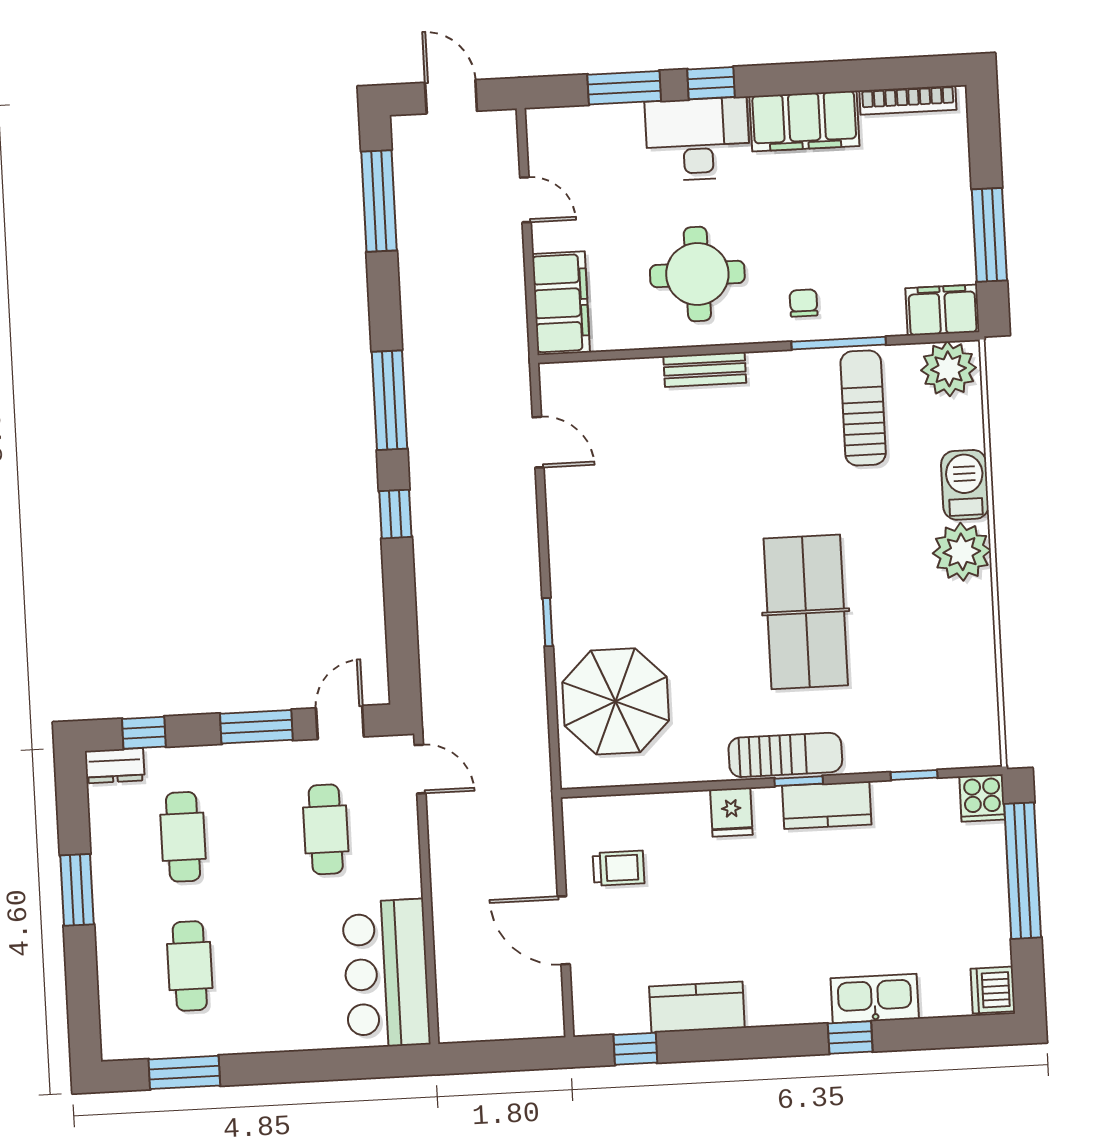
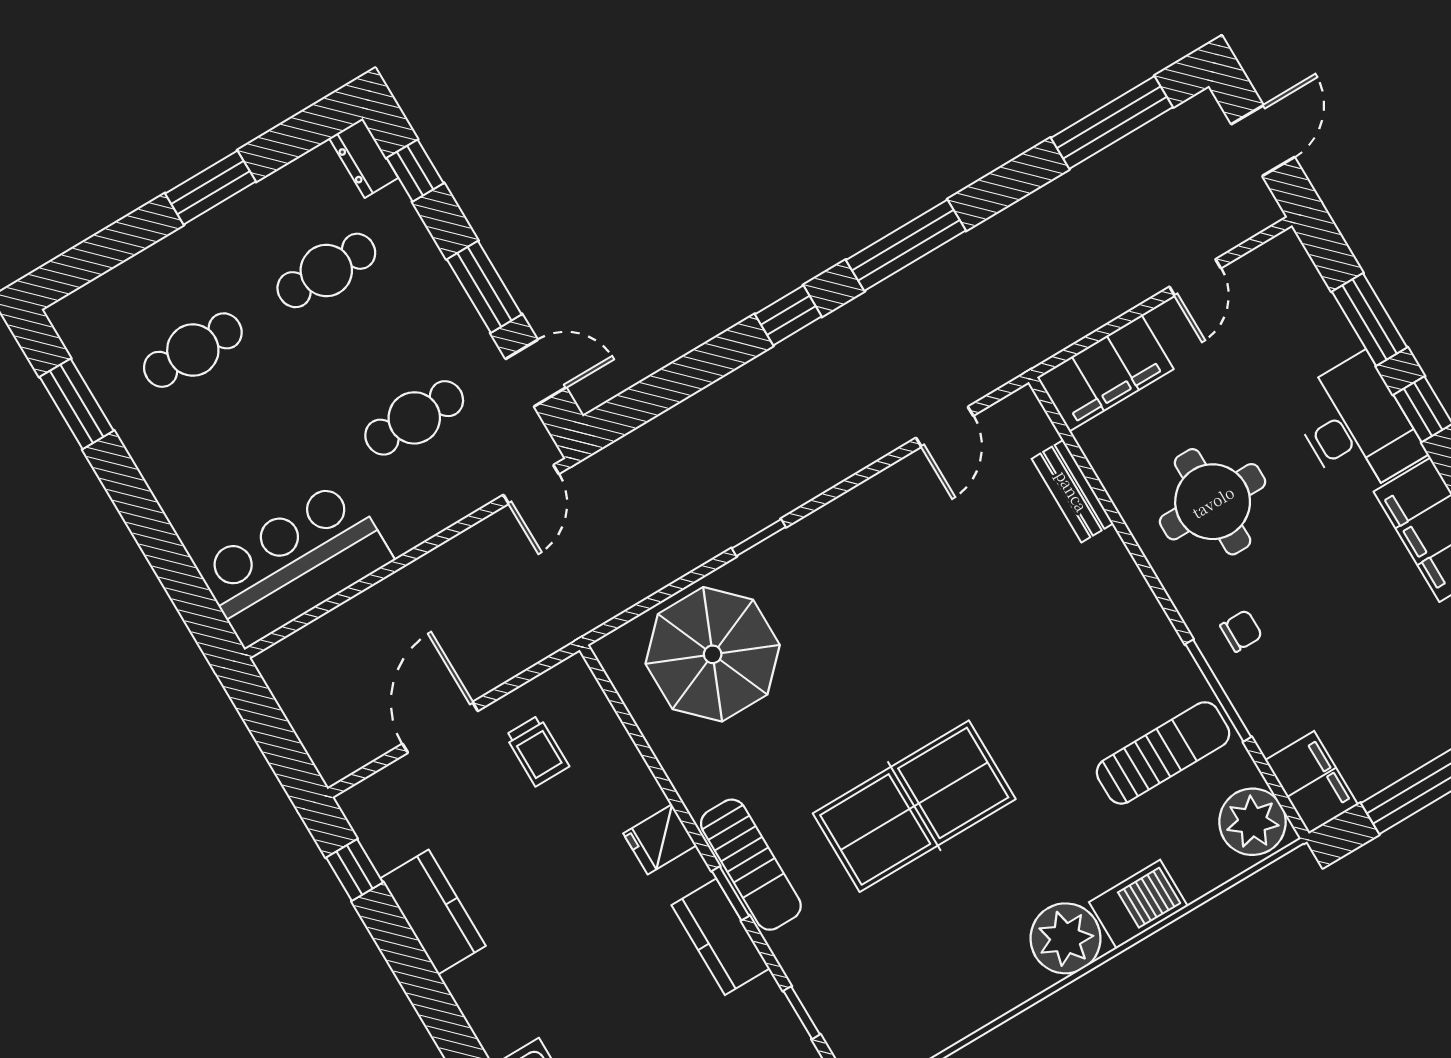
bench: (705, 369) -> (1072, 491), moved

